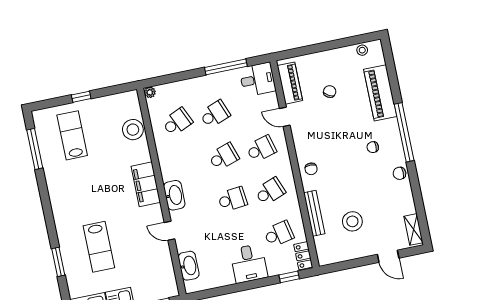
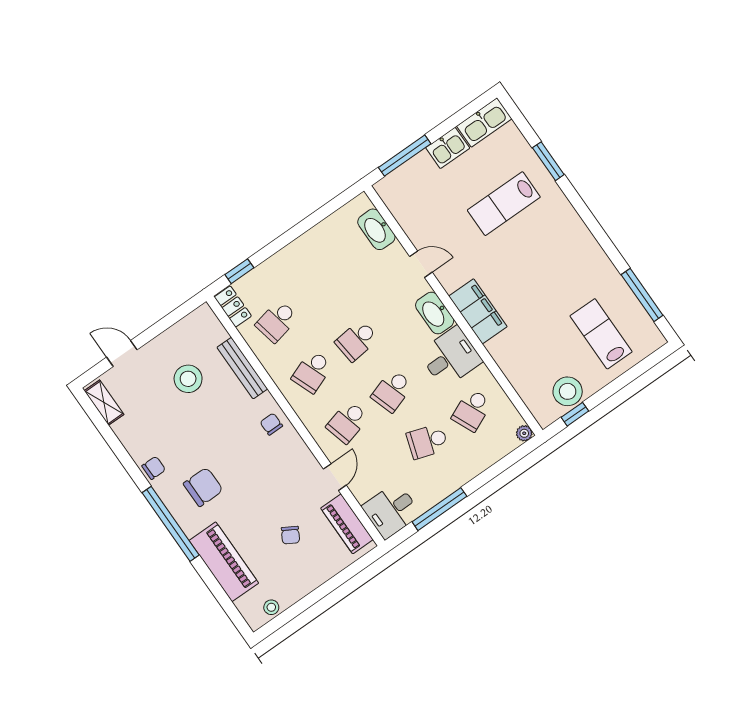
window: (81, 97) -> (575, 414), moved
school desk: (215, 114) -> (427, 441), turned 39
door: (285, 117) -> (335, 477), hinge flipped
stool: (133, 130) -> (568, 391), moved
lab bench: (72, 135) -> (601, 334), turned 180
chair: (373, 147) -> (203, 487), width x1.87, depth x1.87
lab bench: (99, 247) -> (504, 204), turned -90
desk: (249, 263) -> (450, 357), moved, turned 90

